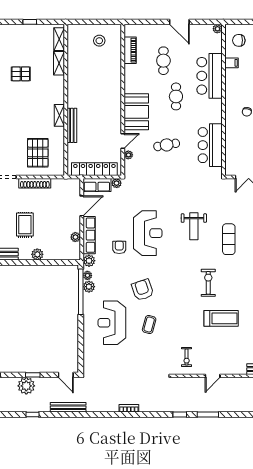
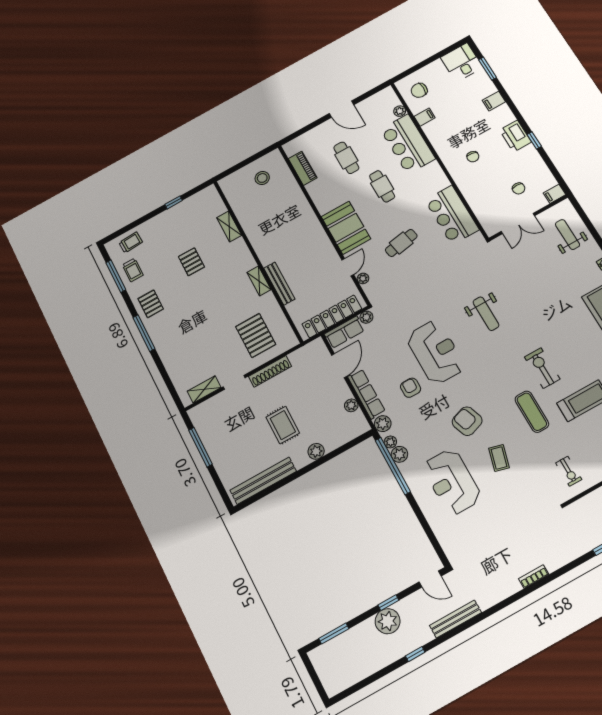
plant: (217, 29) -> (400, 111), moved
shelving: (59, 39) -> (216, 202), removed
pallet: (21, 74) -> (191, 262), turned 90
exercise mat: (229, 239) -> (532, 412), moved

